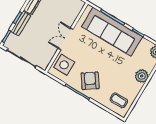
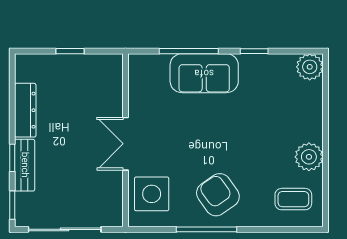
sofa: (112, 32) -> (204, 73), width x0.54, depth x0.79
plant: (142, 76) -> (309, 157), moved

